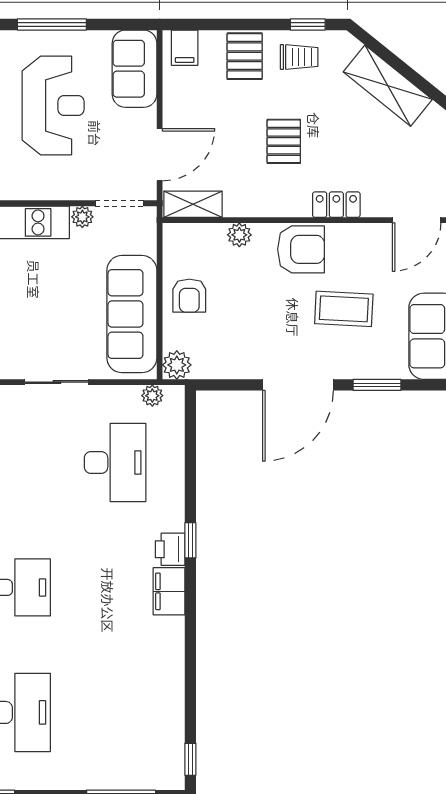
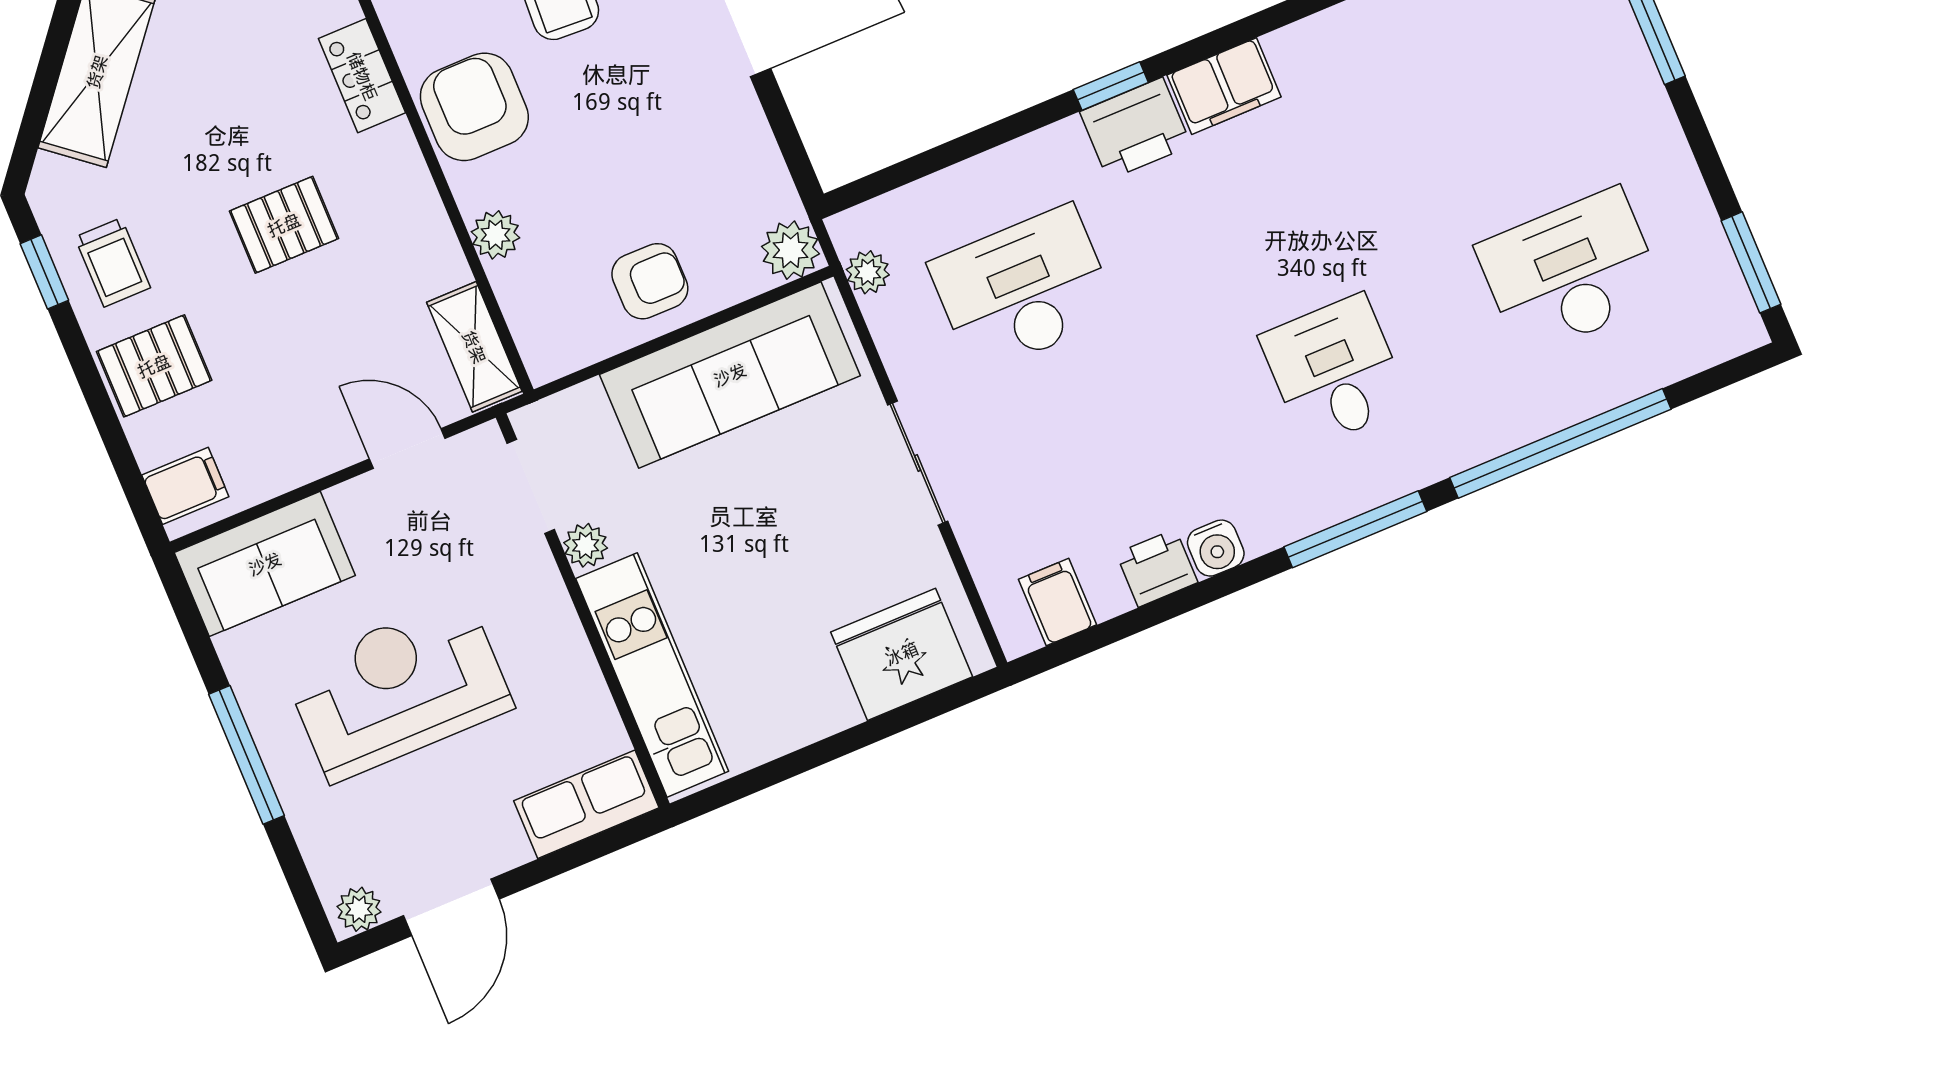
trolley: (299, 57) -> (113, 262), turned 180
door: (160, 155) -> (407, 449), width x0.73
printer: (170, 549) -> (1135, 129), width x1.36, depth x1.24

